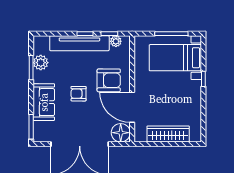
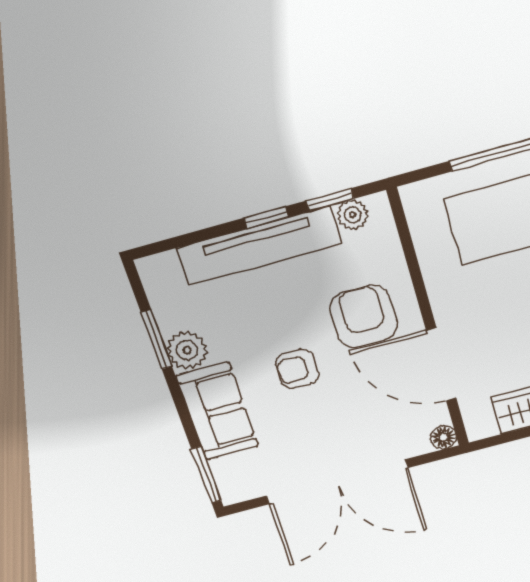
plant: (41, 63) -> (187, 350), moved
armchair: (109, 80) -> (364, 317), turned -90
floor lamp: (121, 133) -> (443, 437), width x0.53, depth x0.53

